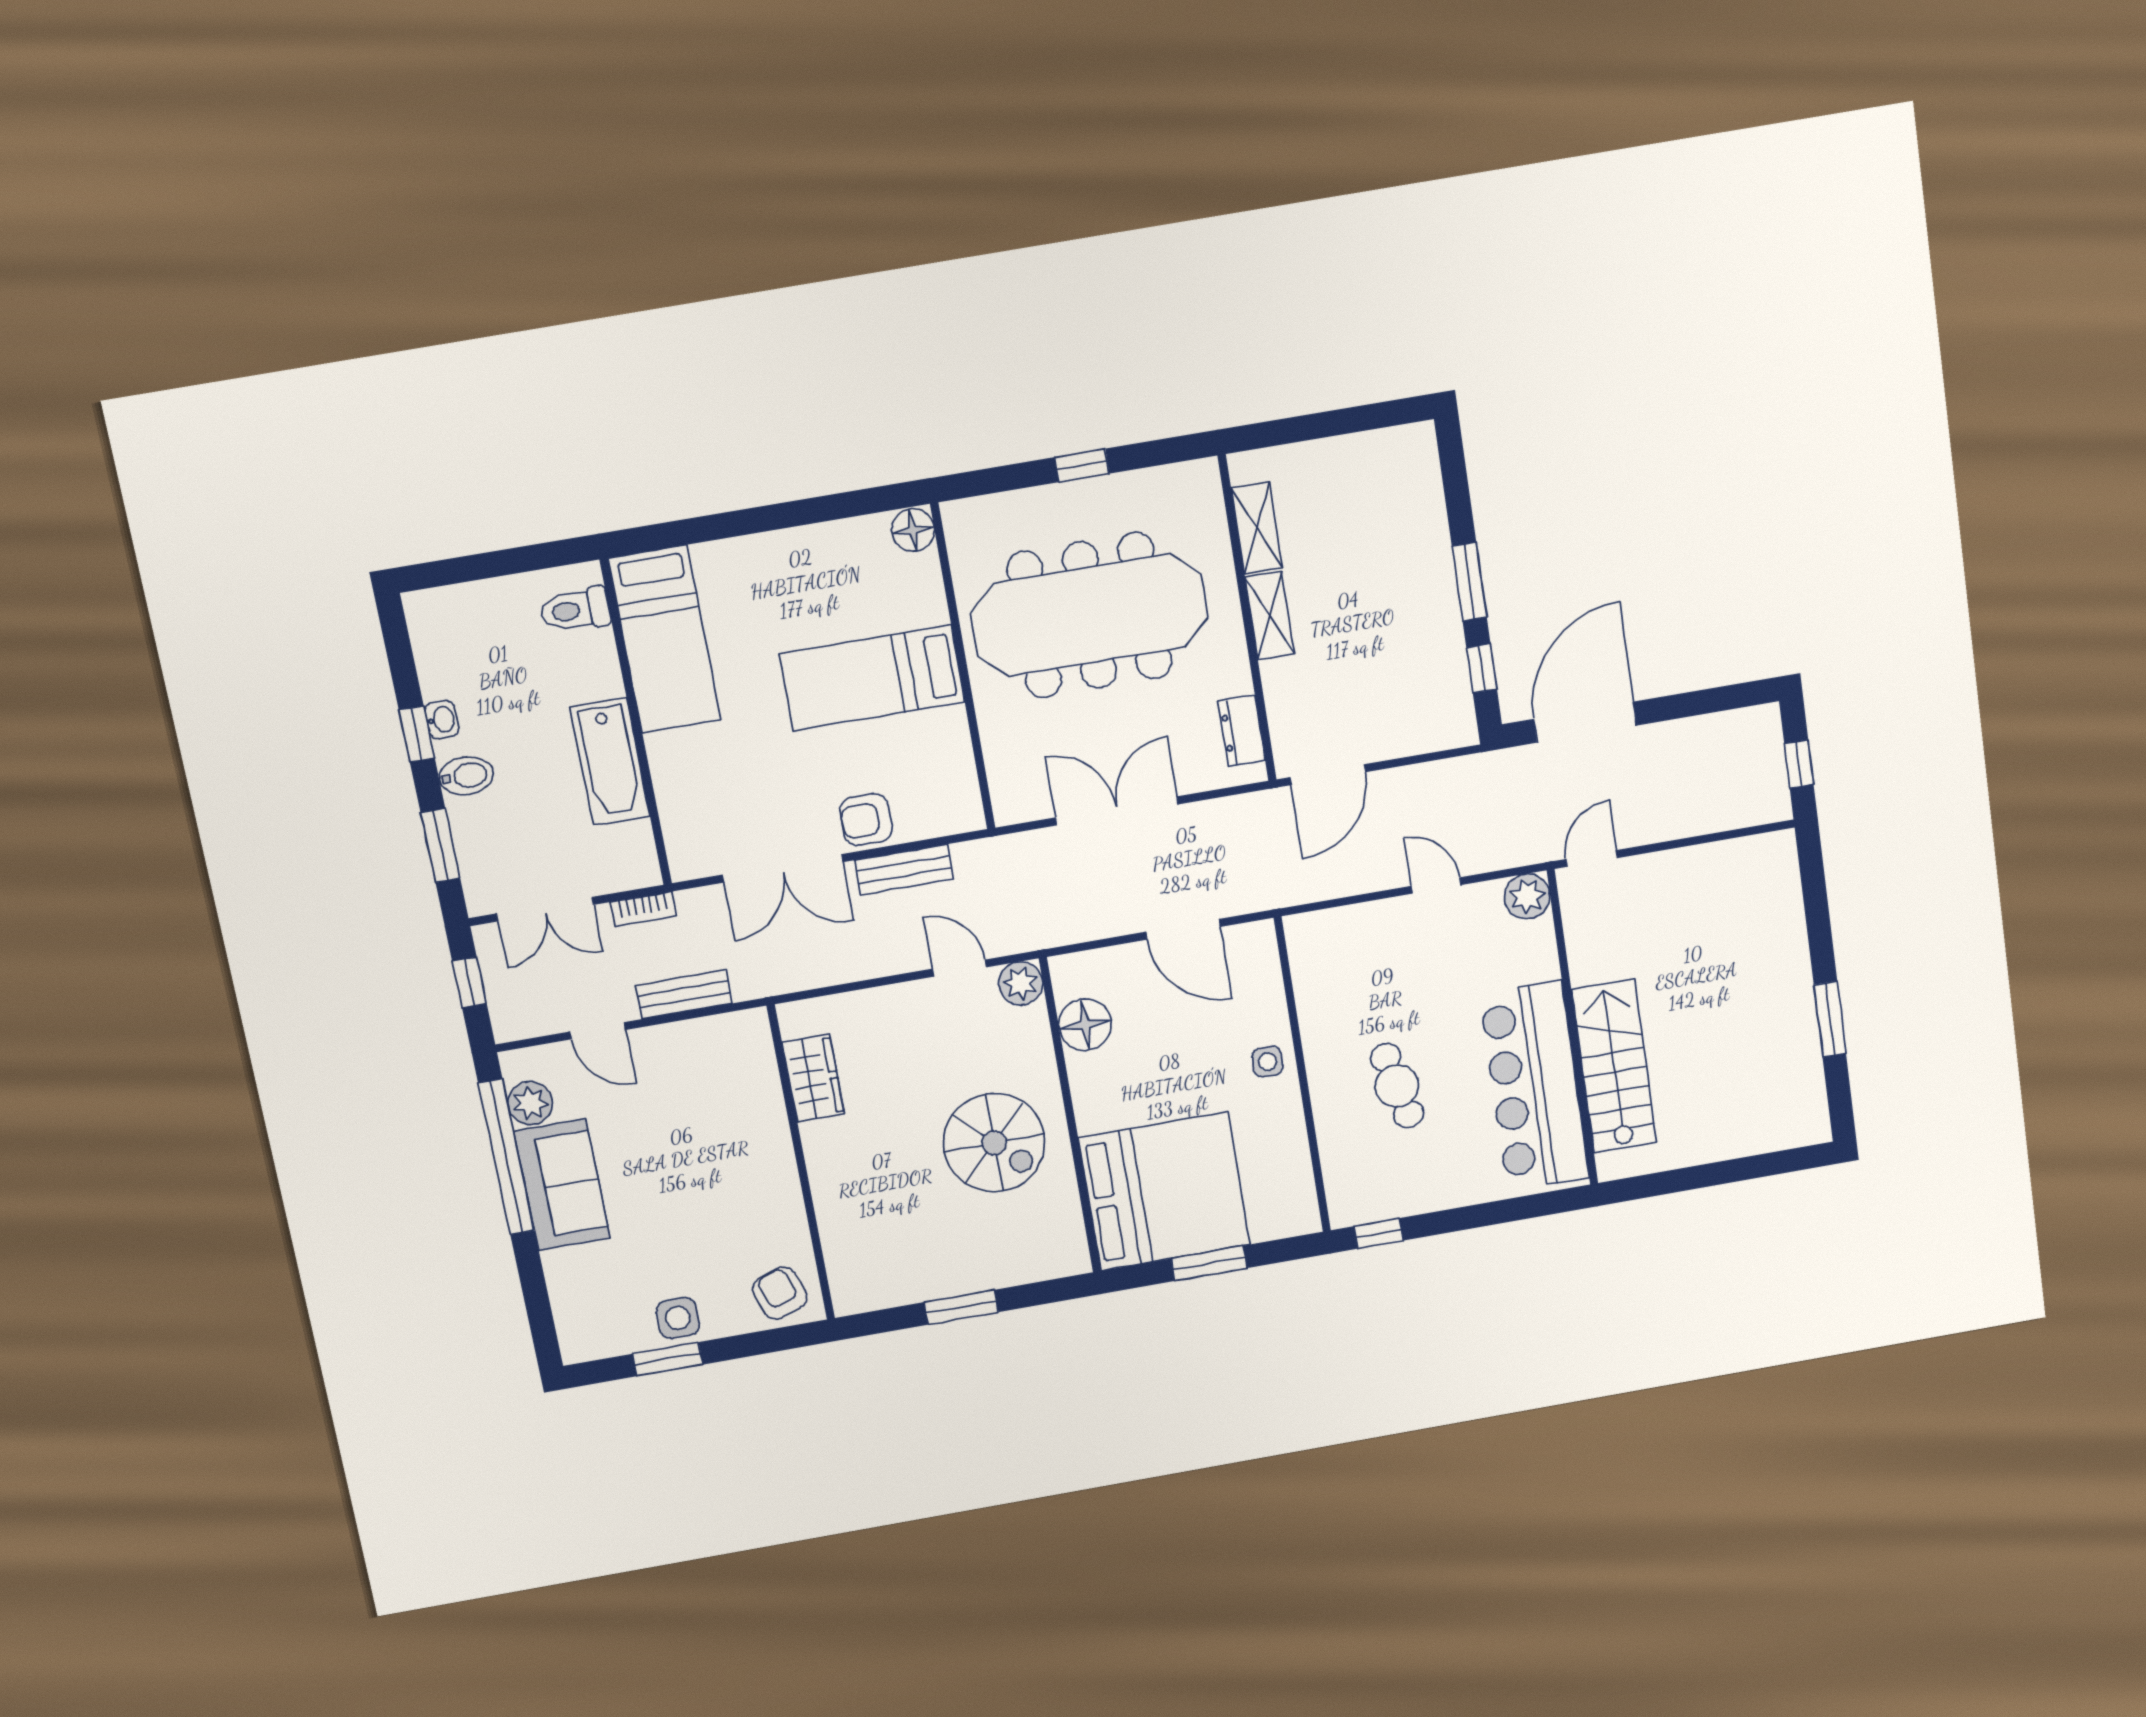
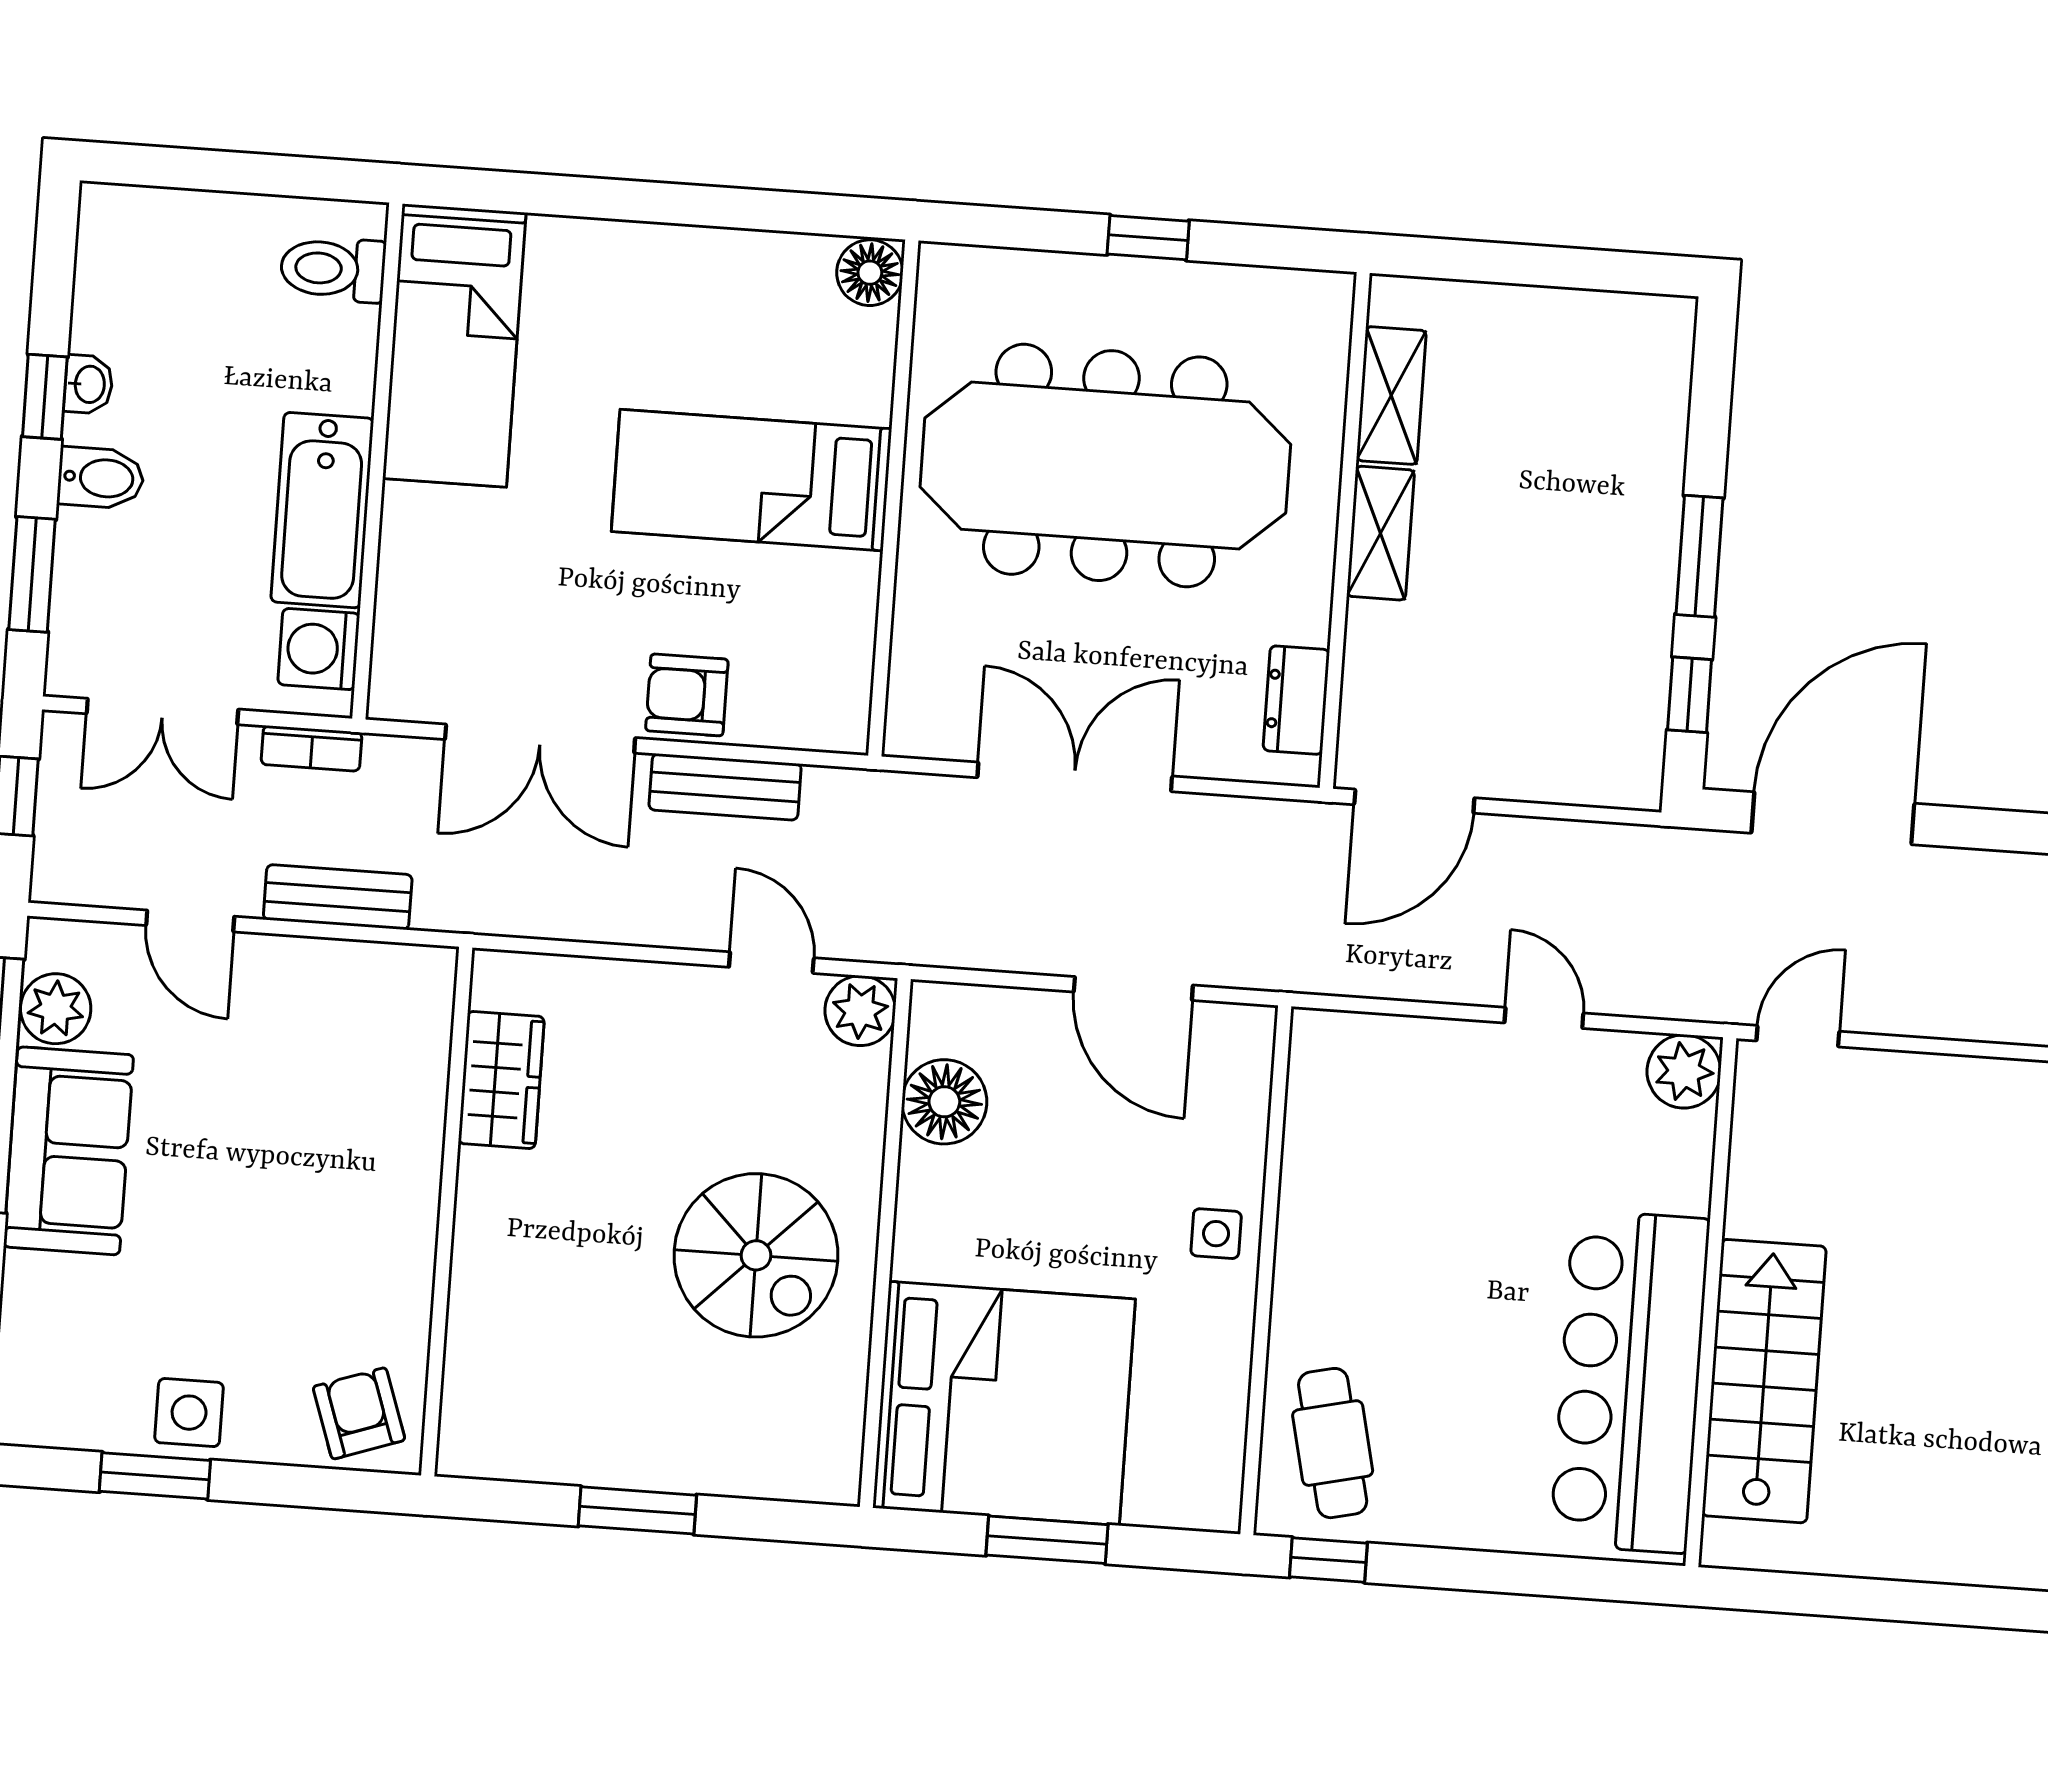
washing machine: (631, 847) -> (319, 649), added
cafe table: (1397, 1086) -> (1333, 1443), moved

